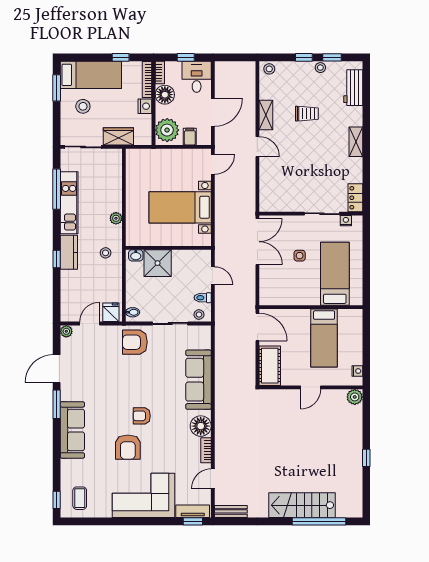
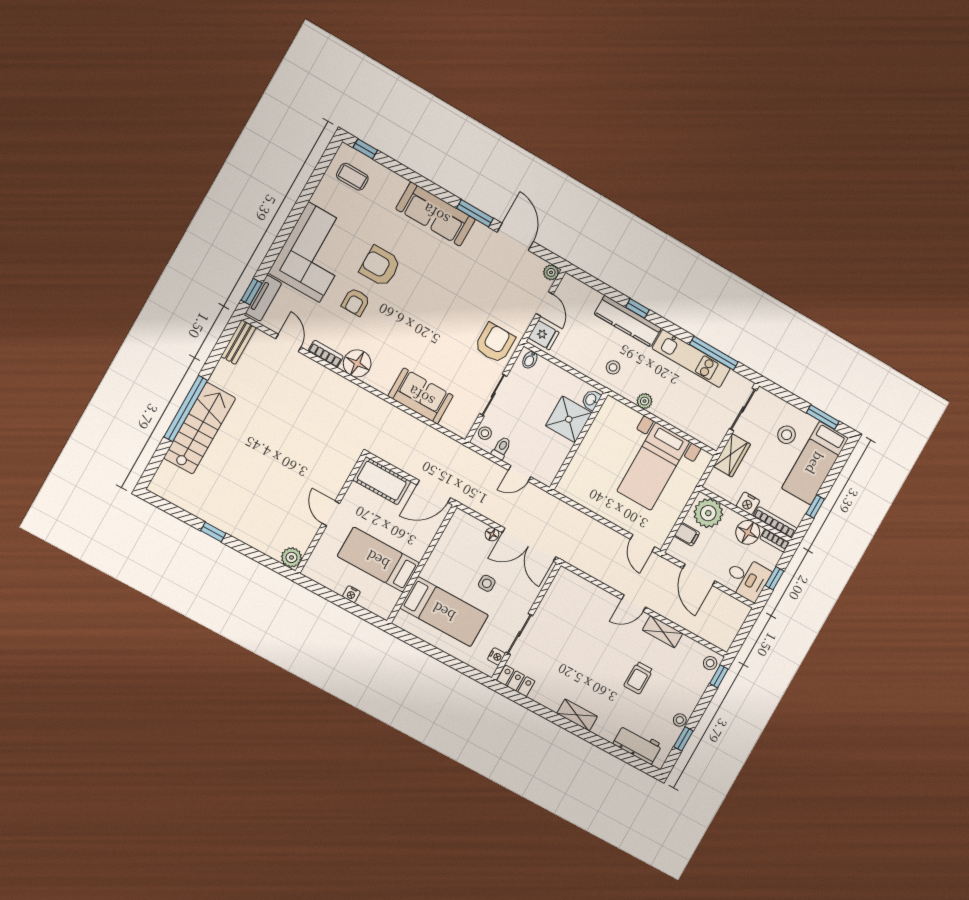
window: (304, 57) -> (719, 676), moved
bed with nightstands: (180, 207) -> (653, 466), moved, turned 180
kitchen counter: (69, 252) -> (628, 321), width x1.50
floor lamp: (264, 271) -> (492, 534), added
nightstand: (357, 371) -> (351, 594), moved
sofa: (198, 380) -> (421, 396), width x0.73
armchair: (142, 416) -> (356, 302), moved, turned 180
window: (319, 521) -> (186, 409), moved

